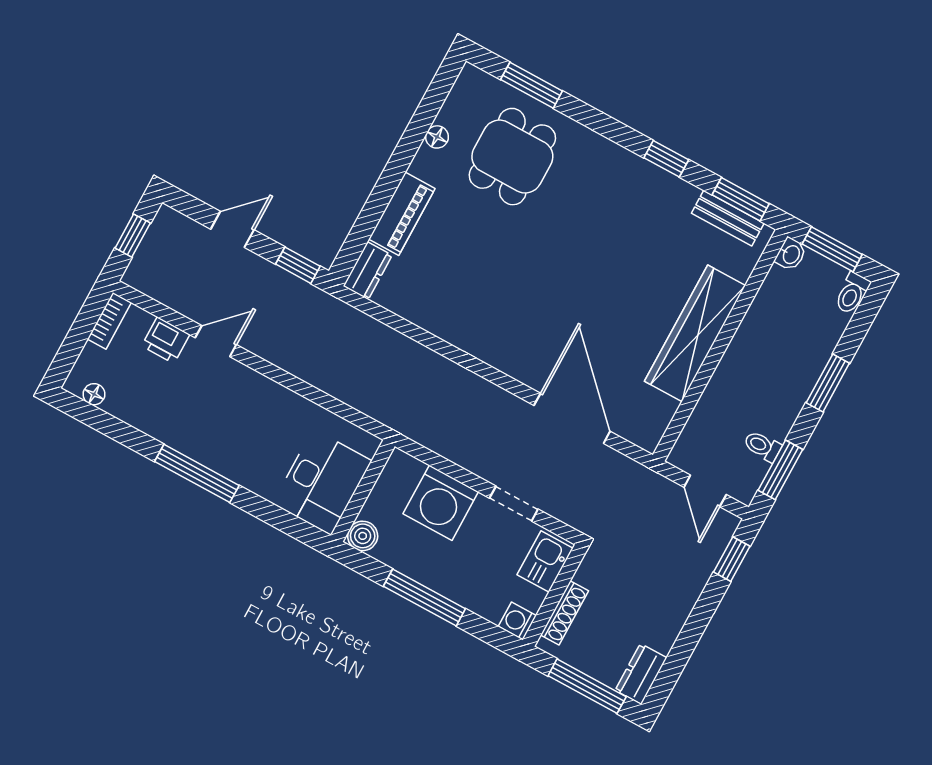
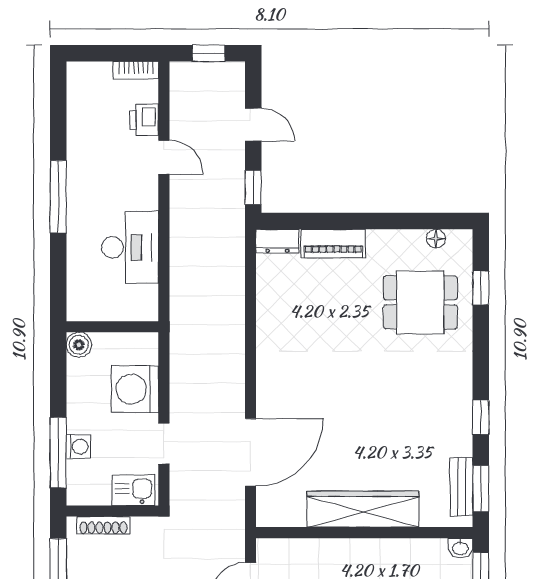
window: (532, 85) -> (481, 288), width x0.67
floor lamp: (437, 137) -> (436, 239), moved
floor lamp: (94, 394) -> (75, 89), removed
desk: (322, 482) -> (130, 247), moved, turned -90
window: (424, 598) -> (58, 453), moved
washing machine: (517, 621) -> (78, 447), moved, turned 90

